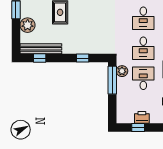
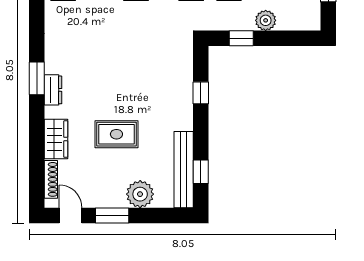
plant: (122, 71) -> (266, 20), moved
window: (112, 80) -> (241, 38), width x0.46

